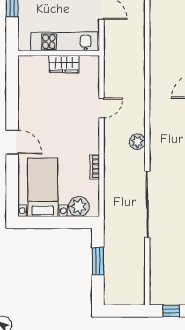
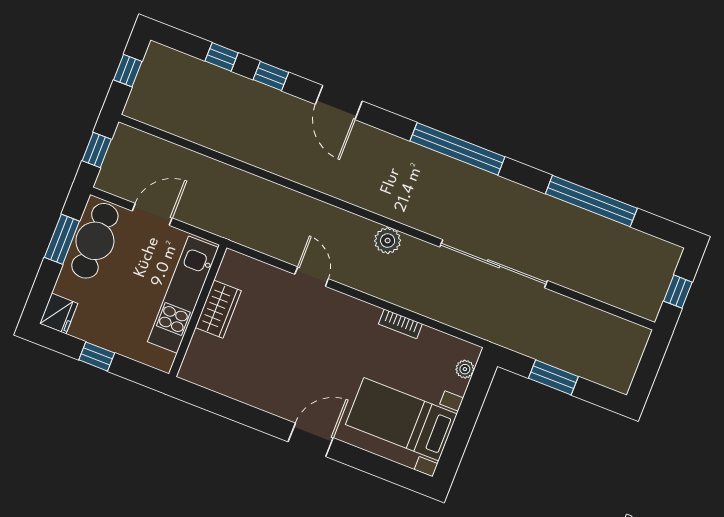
plant: (79, 206) -> (465, 369), width x0.53, depth x0.53

